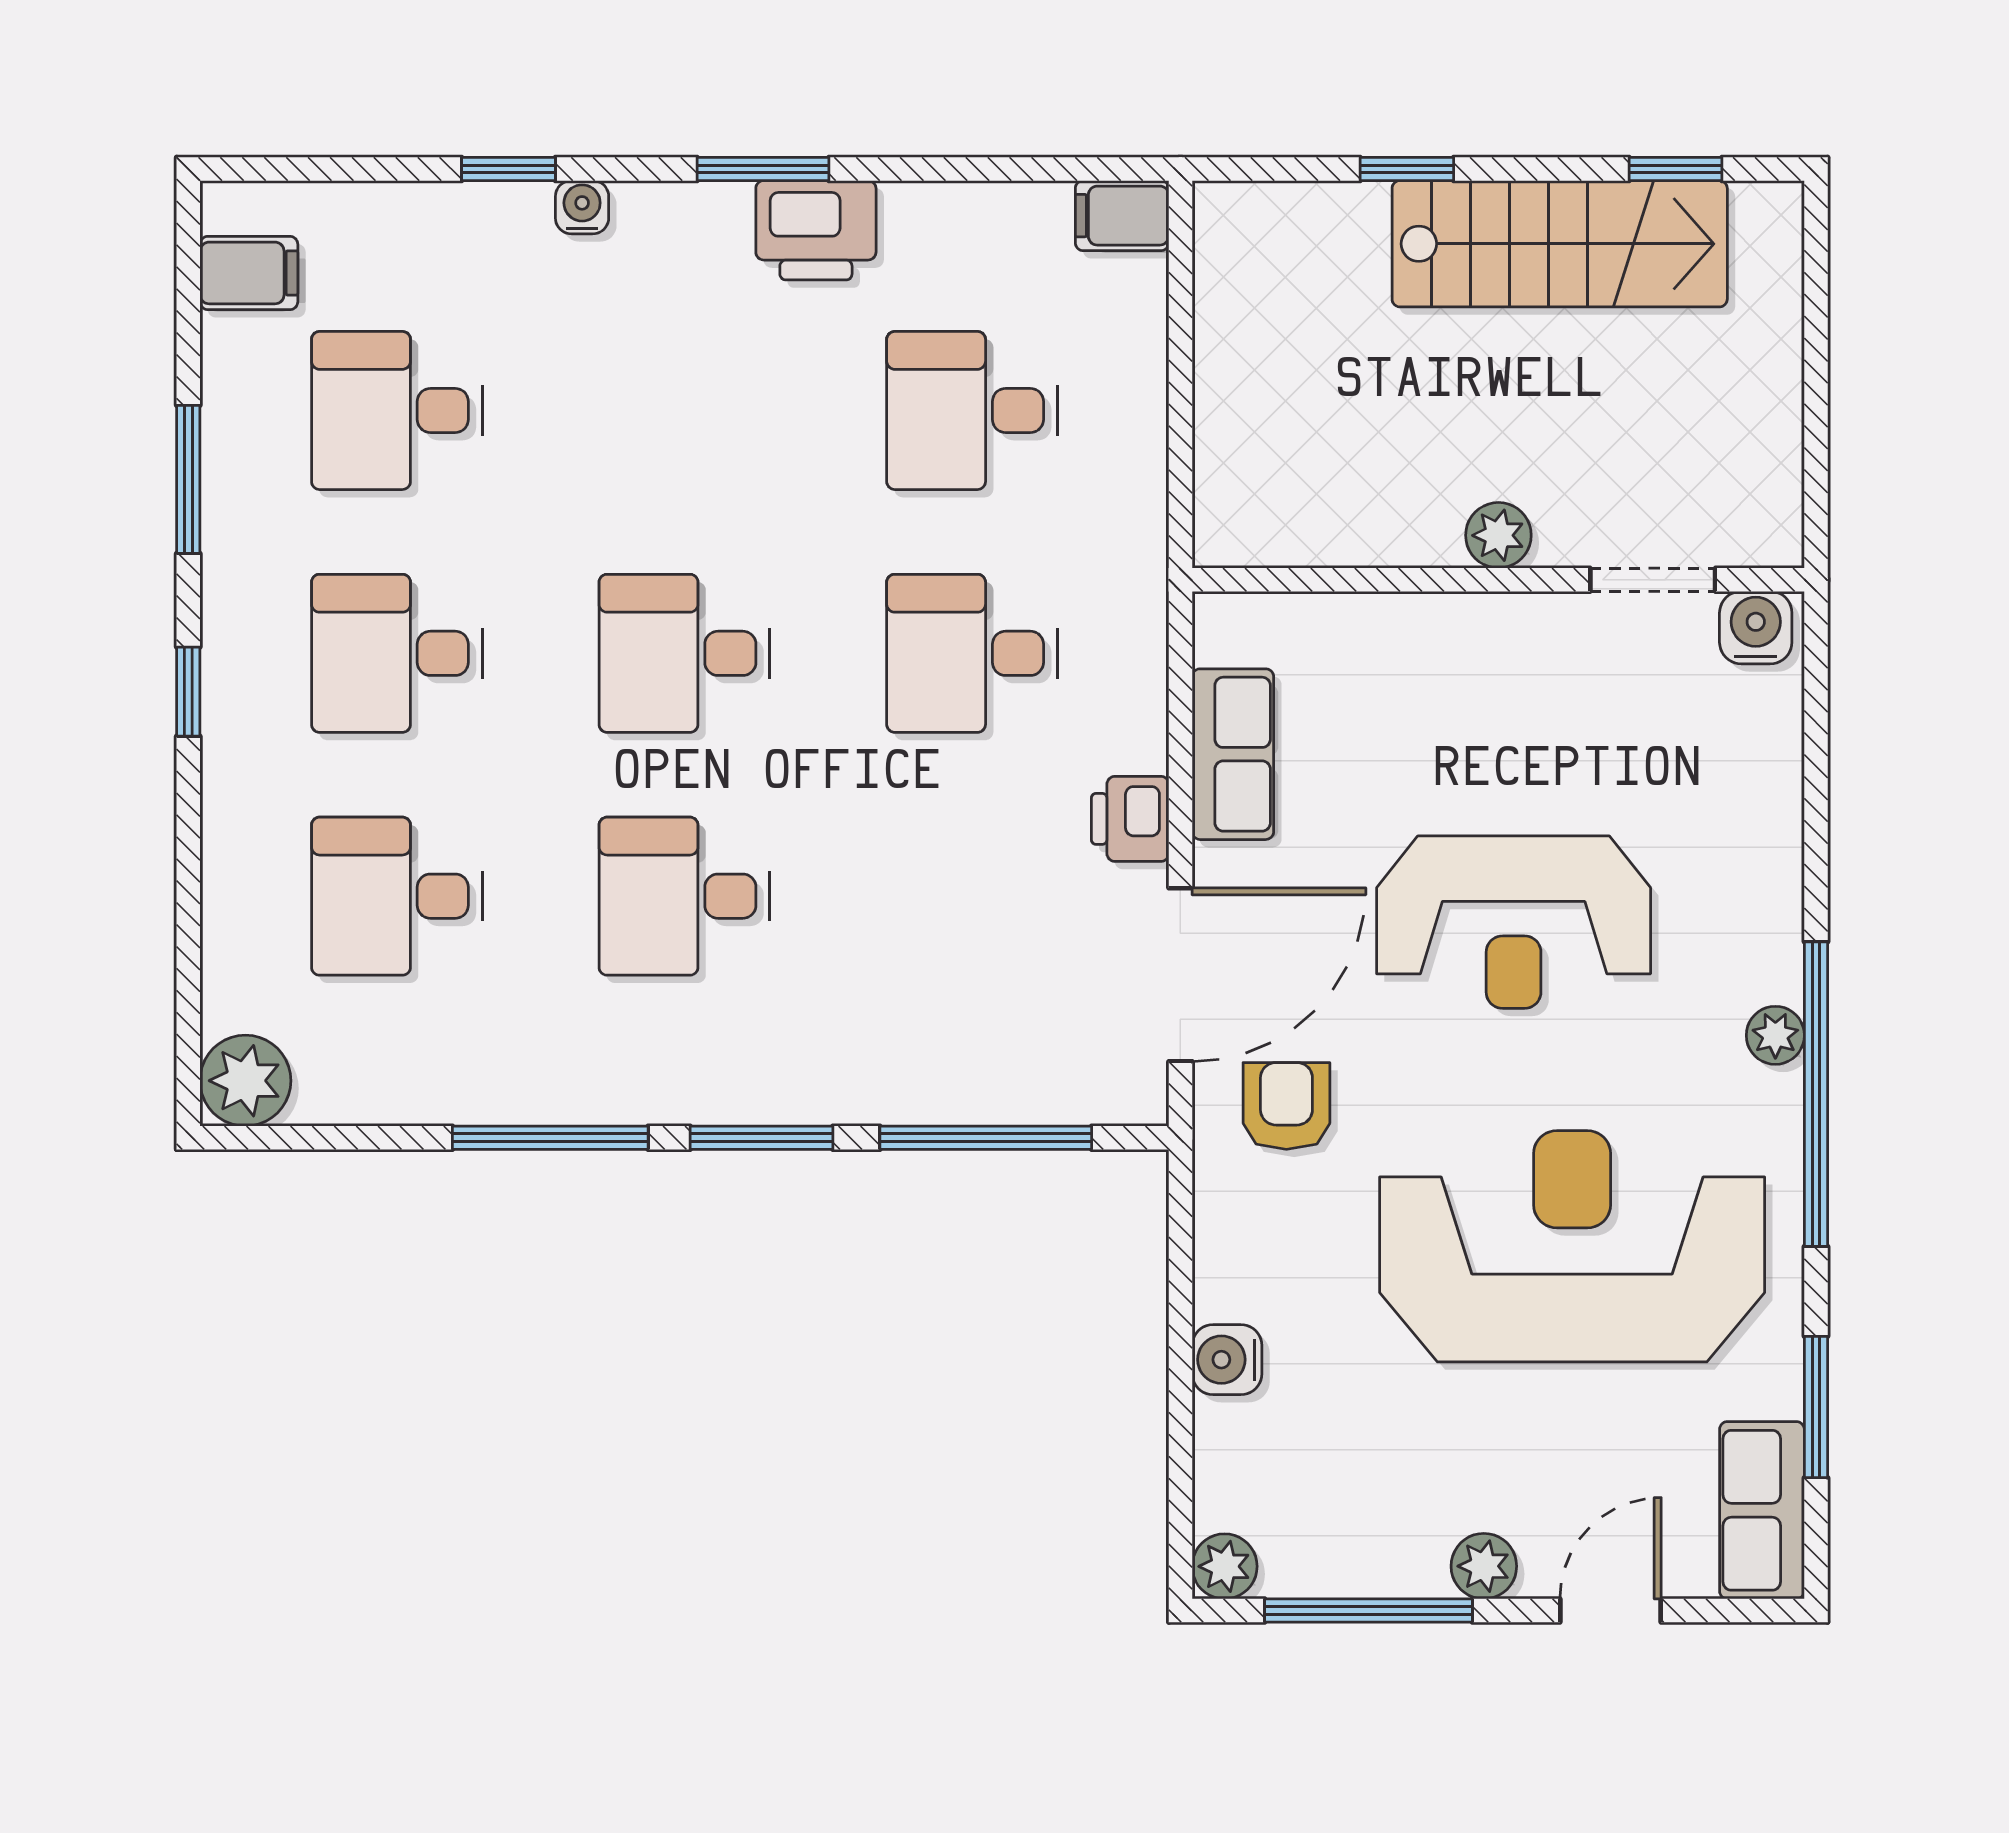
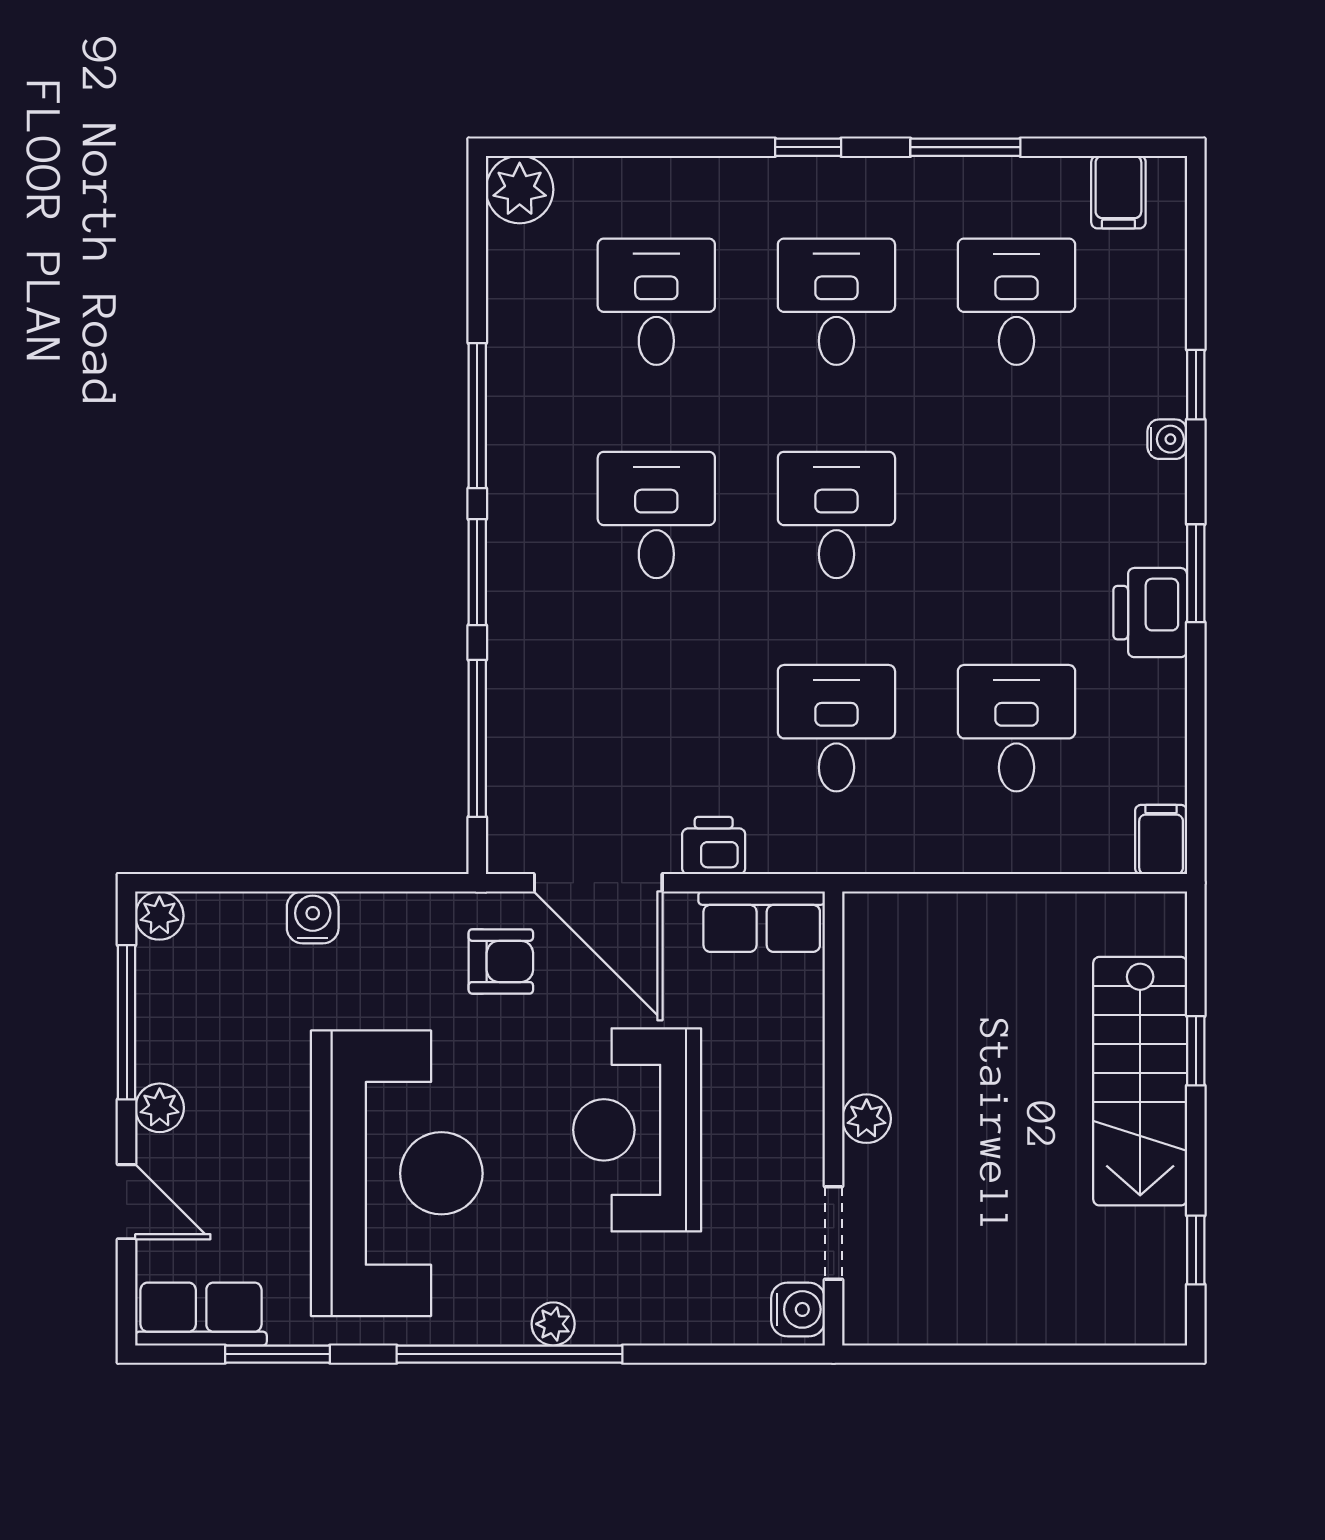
stairs: (1560, 244) -> (1140, 1081), moved
plant: (1498, 535) -> (867, 1119), moved
wall: (1498, 580) -> (834, 1118), moved
doorway: (1653, 580) -> (834, 1233), moved
water cooler: (1756, 628) -> (798, 1309), moved

